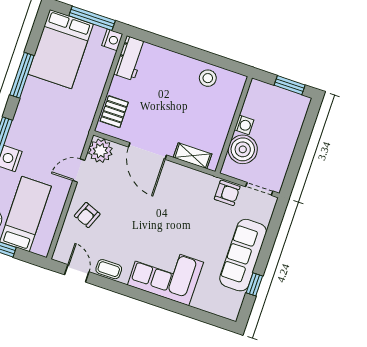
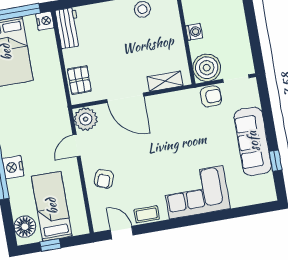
boiler: (243, 149) -> (207, 68), moved

